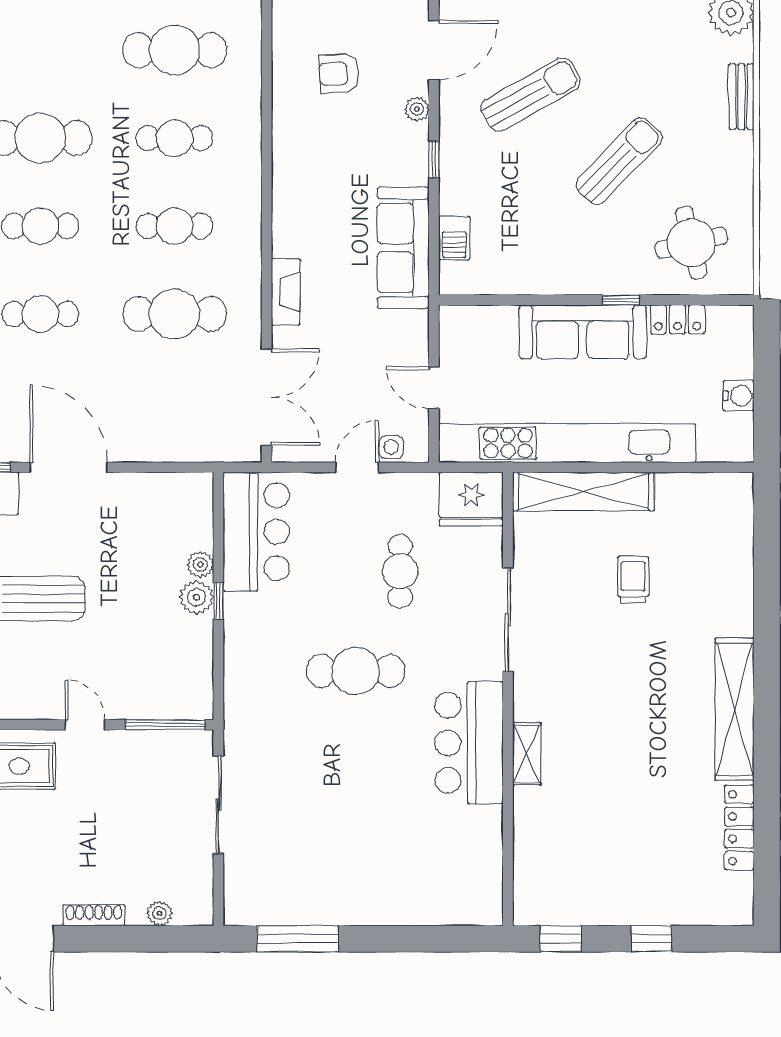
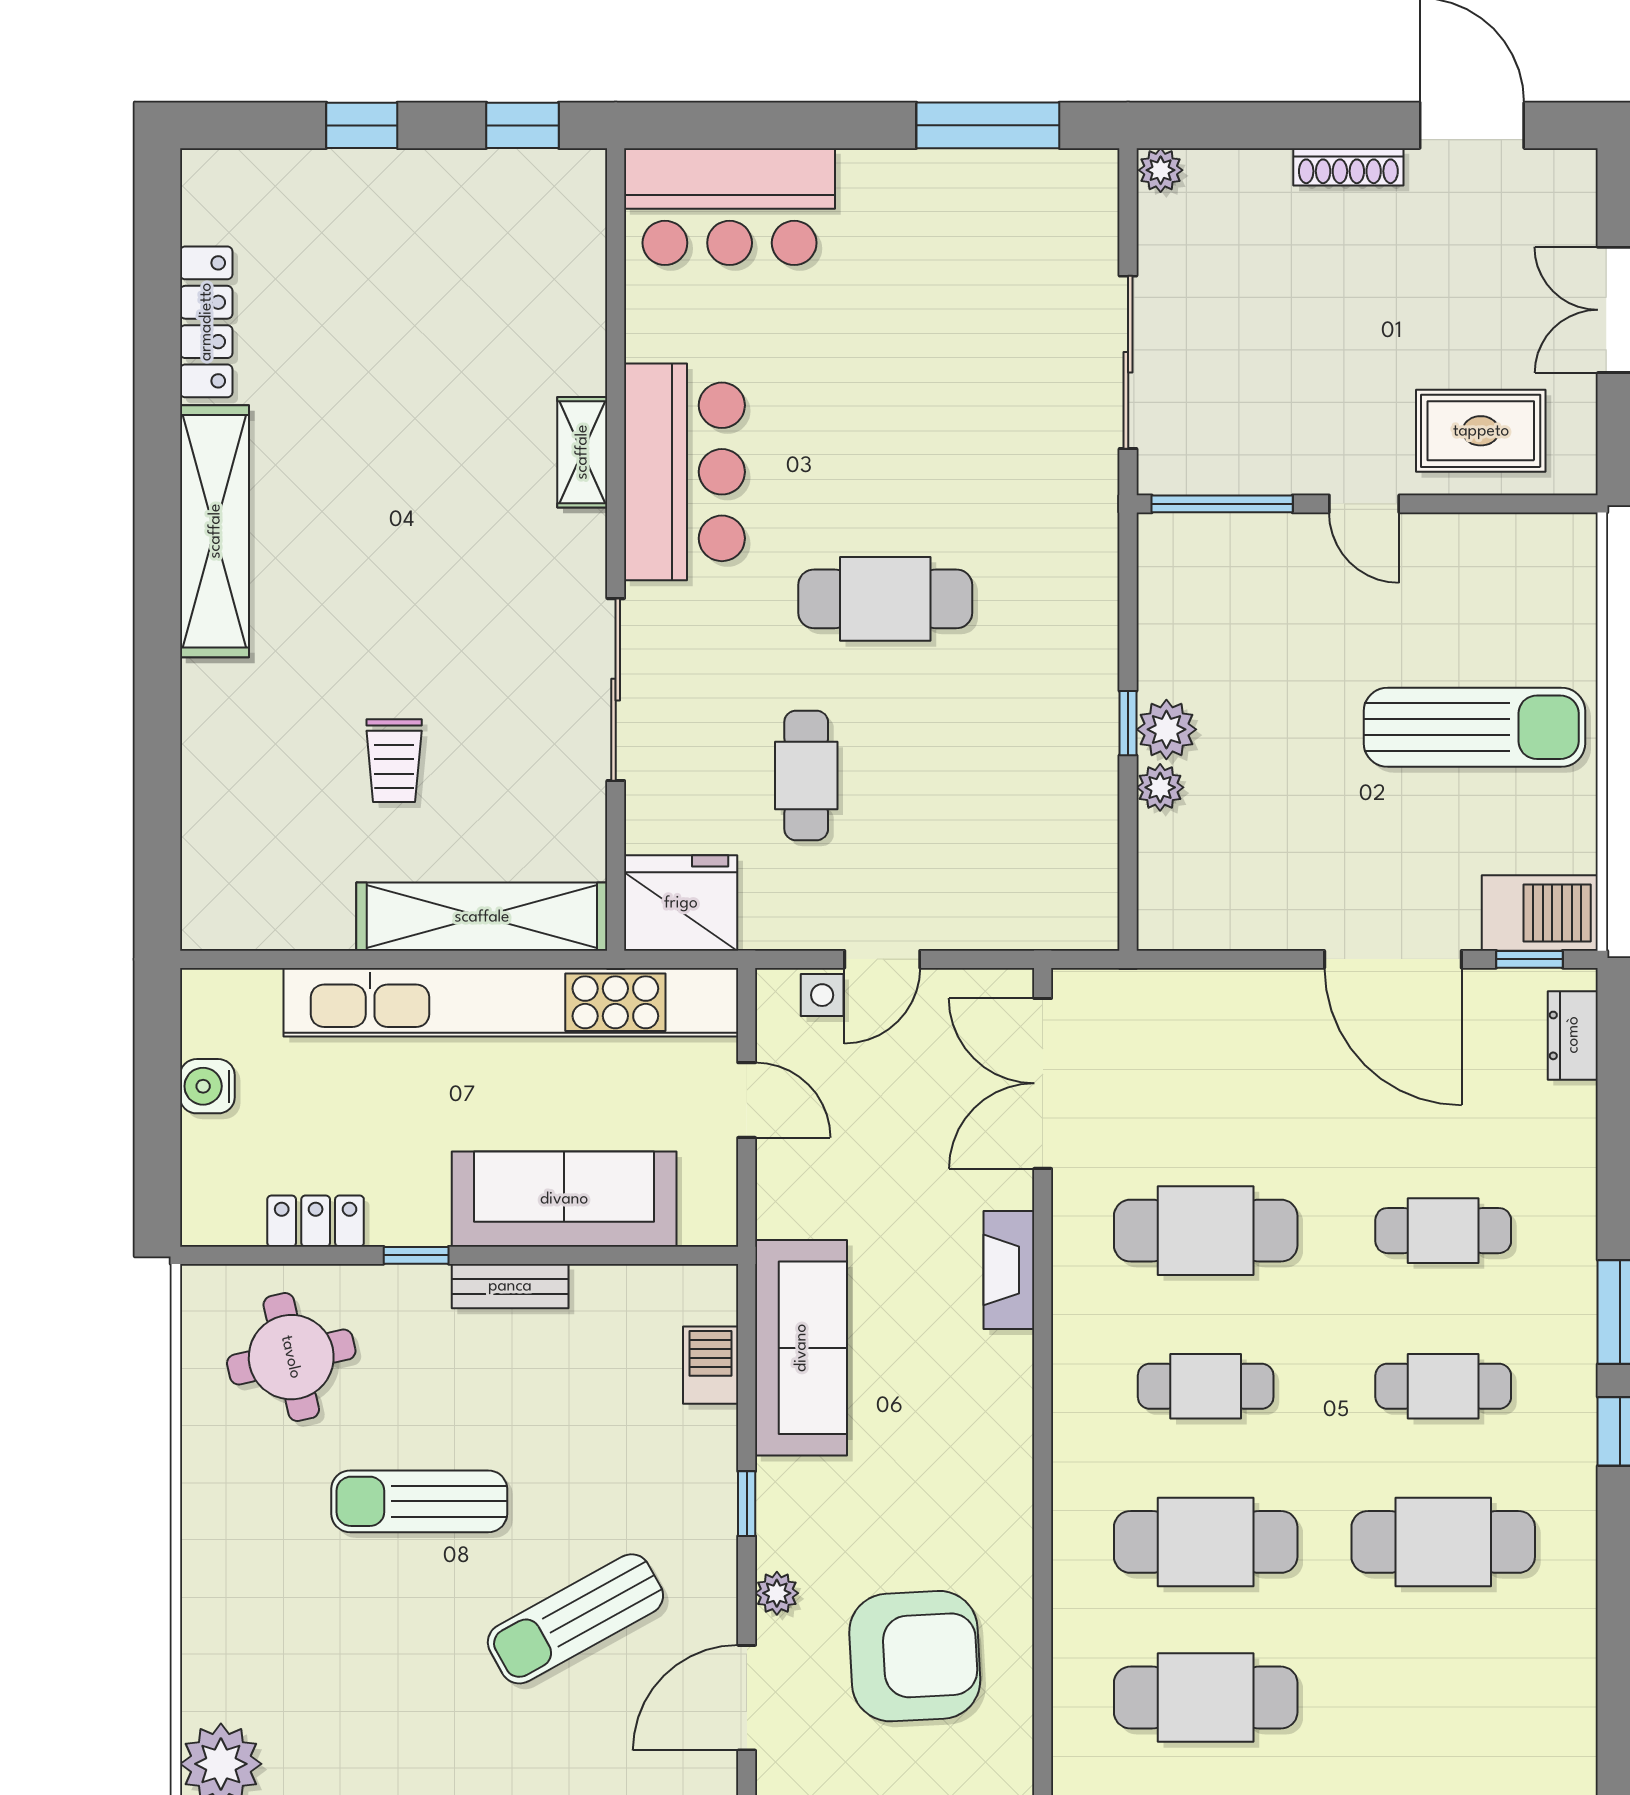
armchair: (339, 74) -> (915, 1656), width x1.88, depth x1.88
bench: (741, 97) -> (510, 1286), moved, turned 90
cafe table: (174, 138) -> (1206, 1542), width x1.37, depth x1.35
sun lounger: (619, 161) -> (419, 1501), turned 46
sofa: (583, 332) -> (564, 1199), moved
bar counter: (256, 532) -> (730, 207), moved, turned -90
plant: (159, 913) -> (1161, 170), moved

